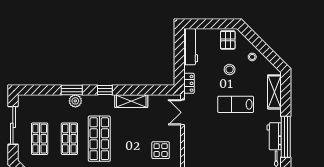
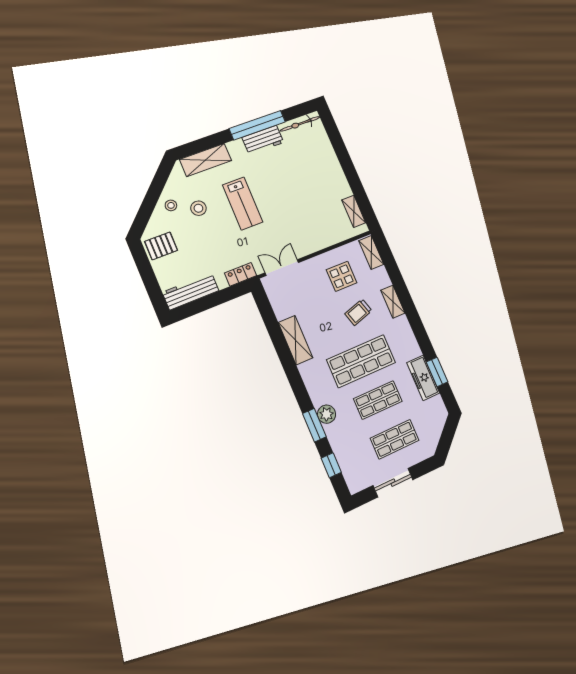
stool: (230, 70) -> (198, 208), moved
window: (105, 90) -> (331, 465), moved
double door: (182, 112) -> (282, 268), swing flipped
sliding door: (13, 125) -> (393, 483), width x0.73
trolley: (132, 151) -> (358, 312), added

